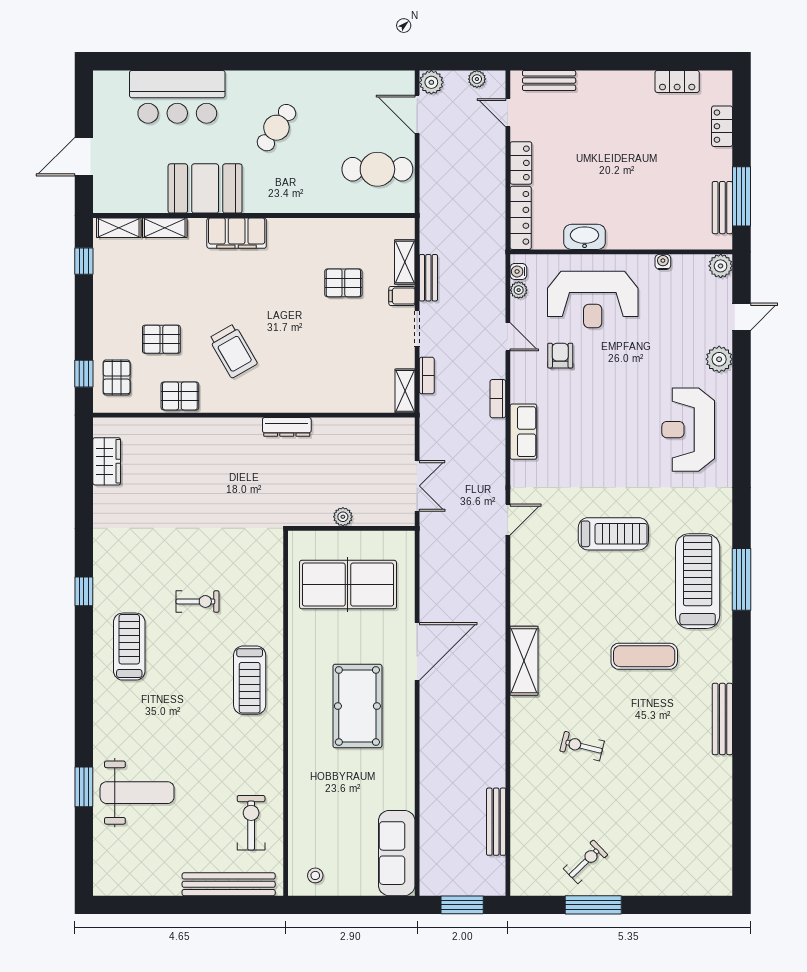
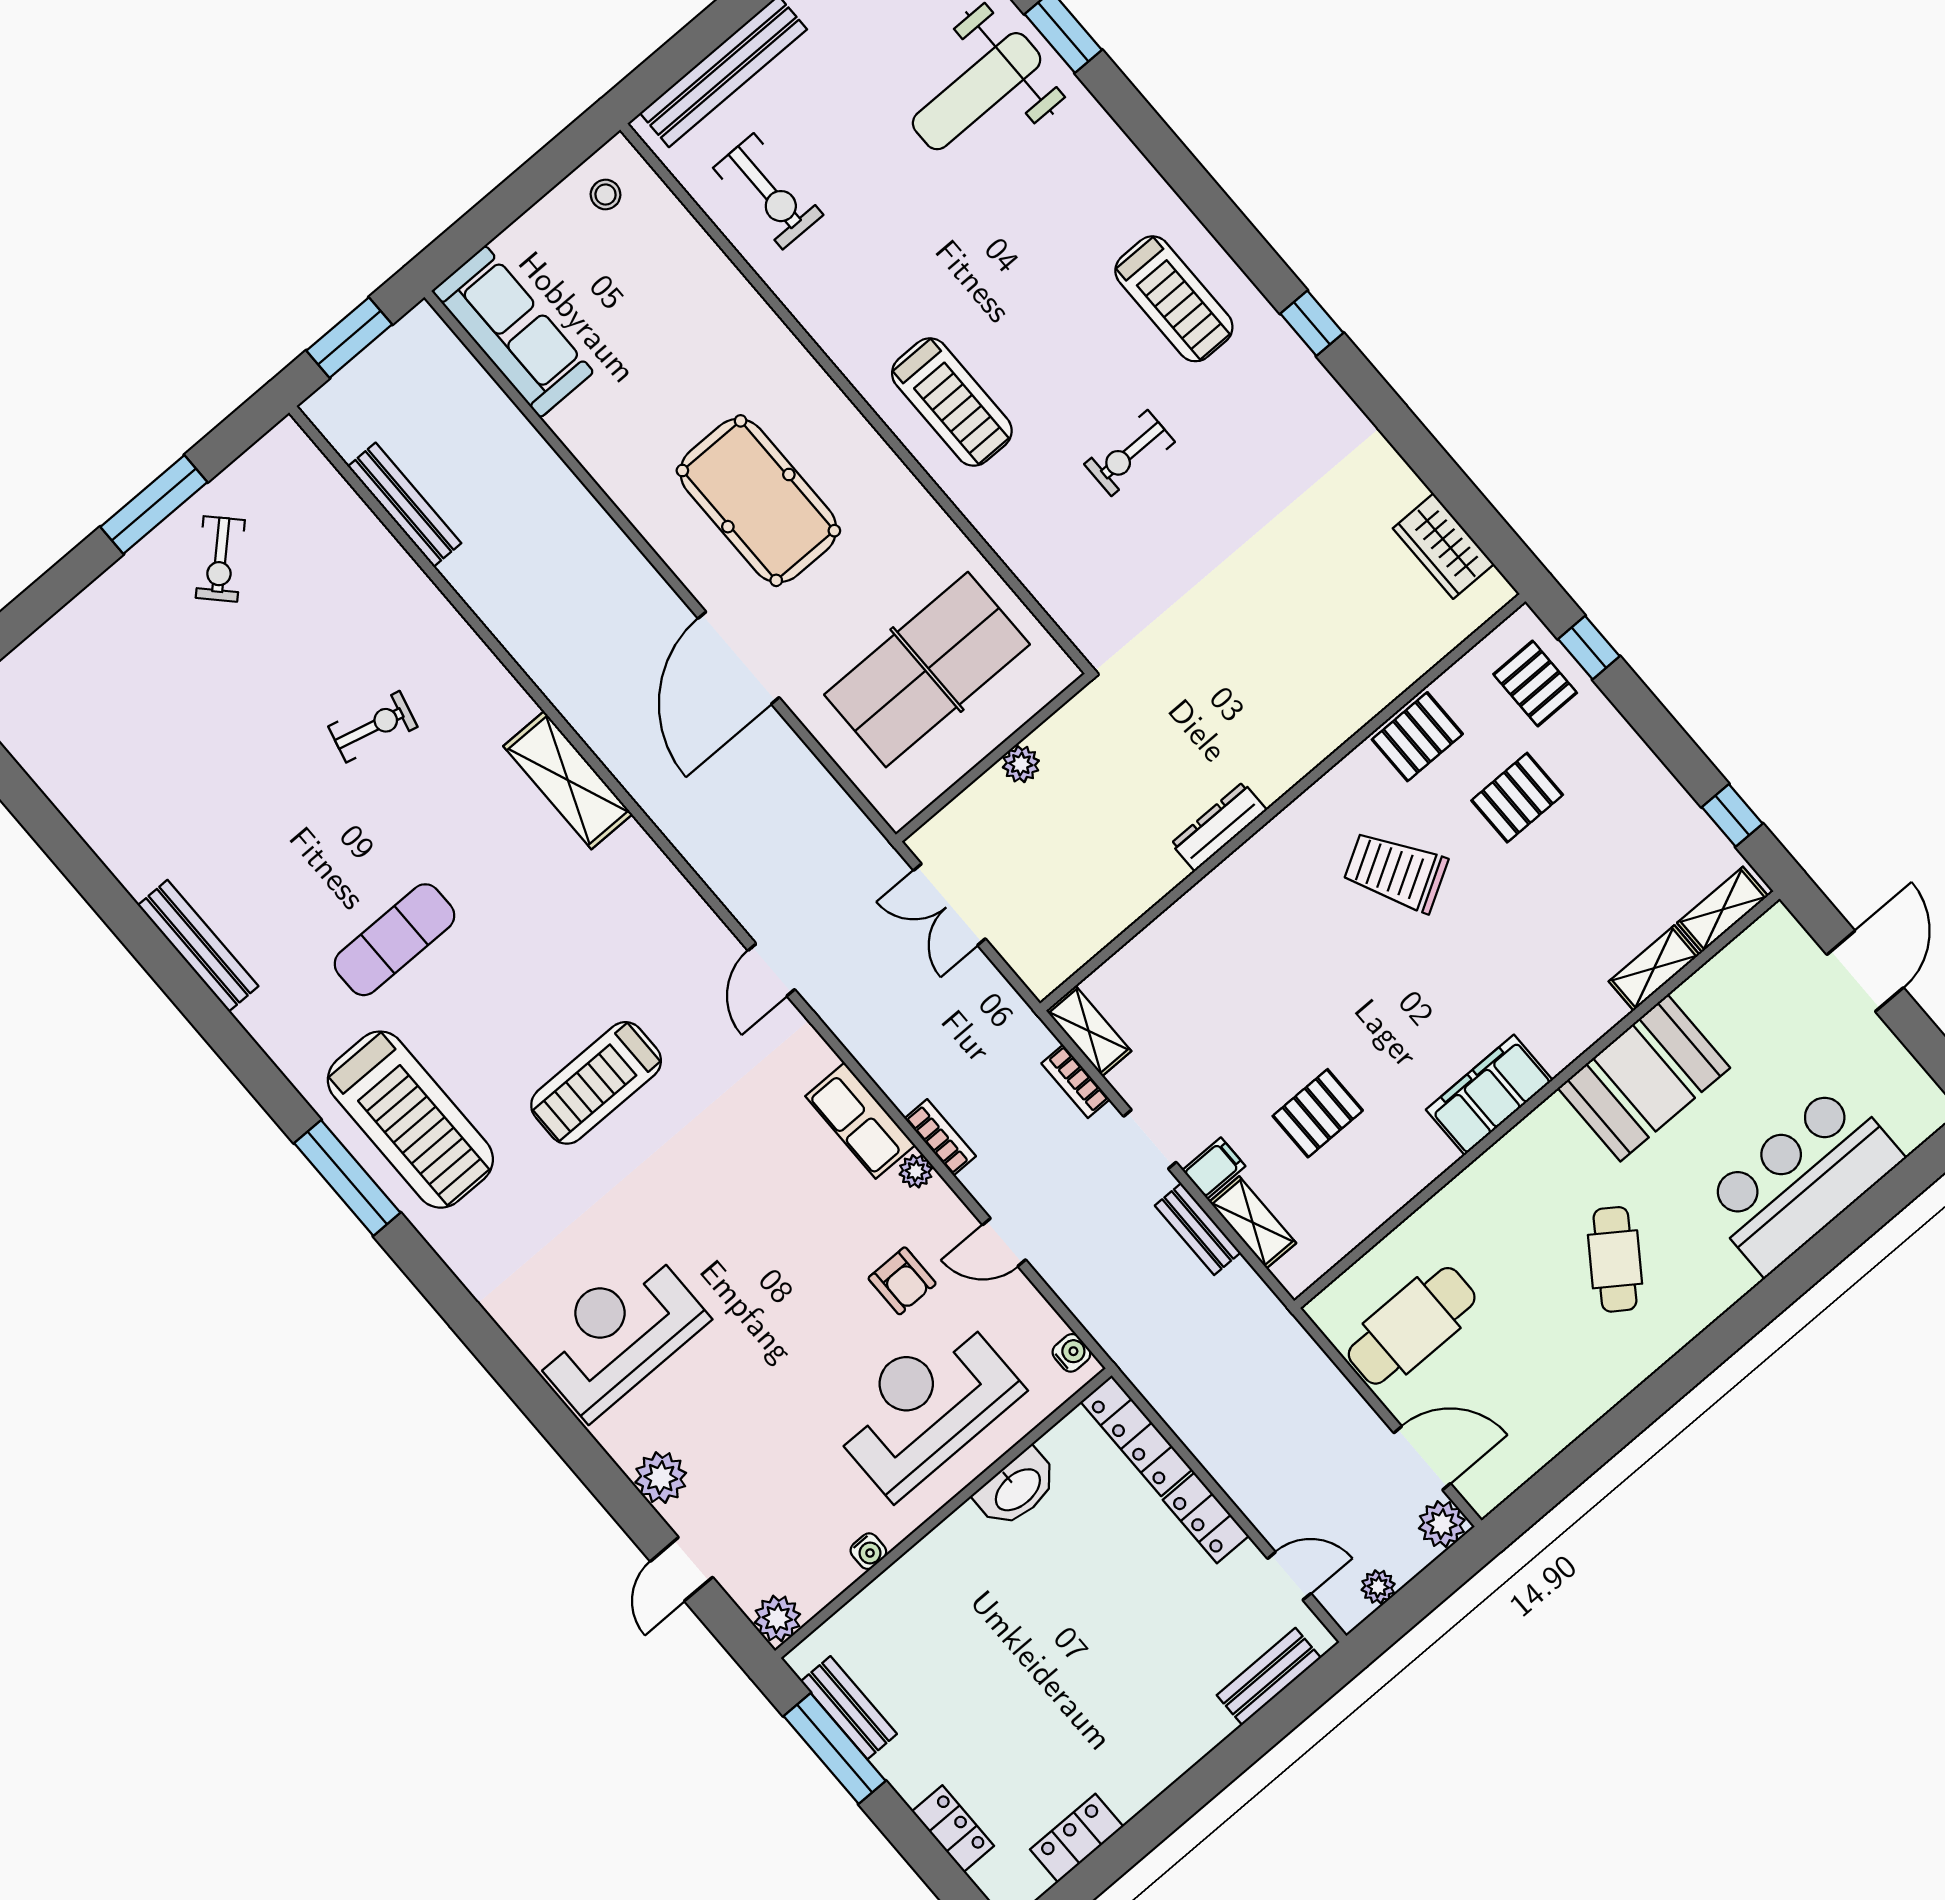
filing cabinet: (237, 233) -> (1489, 1095), moved
plant: (519, 290) -> (916, 1171), moved
reception desk: (688, 430) -> (617, 1333), turned -90
treadmill: (250, 680) -> (952, 402), turned 180

